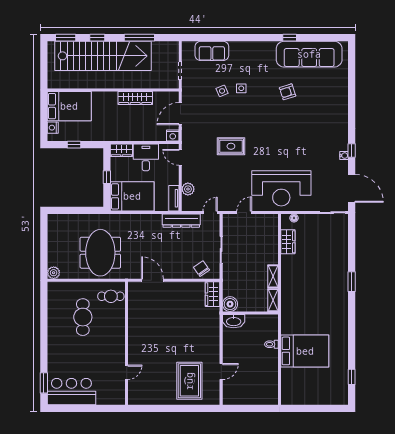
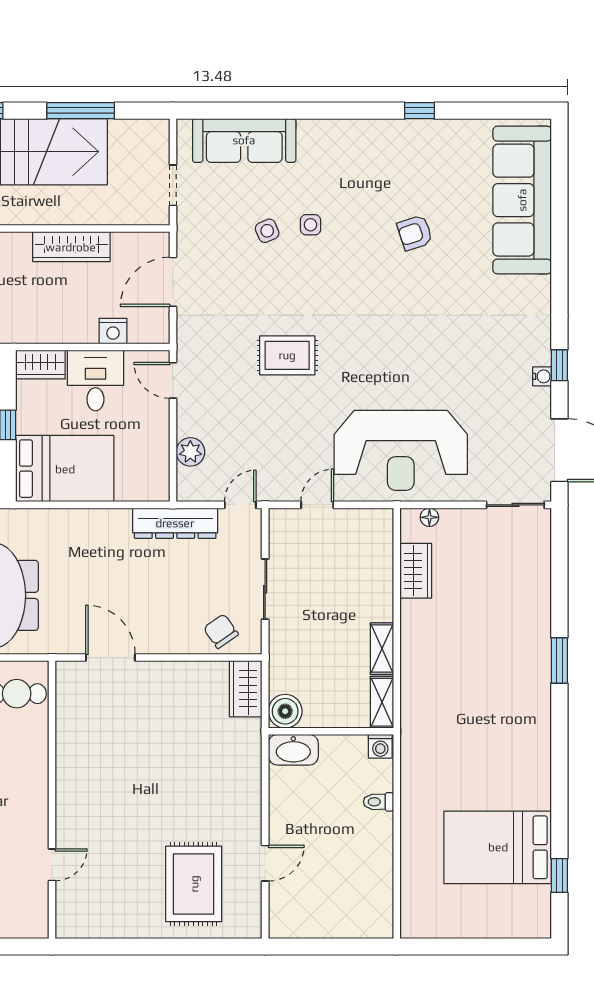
sofa: (212, 51) -> (244, 140), width x1.36
sofa: (309, 54) -> (522, 200), moved, turned 90
nightstand: (173, 135) -> (113, 331), moved
tv unit: (174, 198) -> (159, 473), removed
washing machine: (272, 320) -> (380, 746), added
bed: (305, 351) -> (498, 847), moved, turned 180

